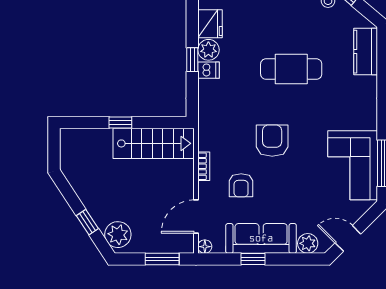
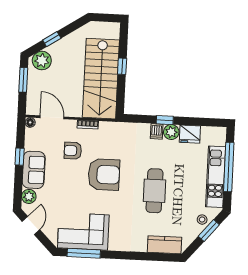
armchair: (272, 141) -> (104, 174), width x1.36, depth x1.36
stairs: (154, 143) -> (101, 79), width x1.36, depth x1.51
sofa: (261, 238) -> (34, 170), width x0.73
window: (162, 259) -> (23, 80), moved

